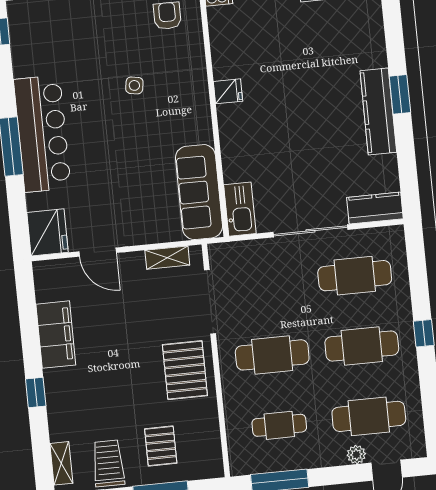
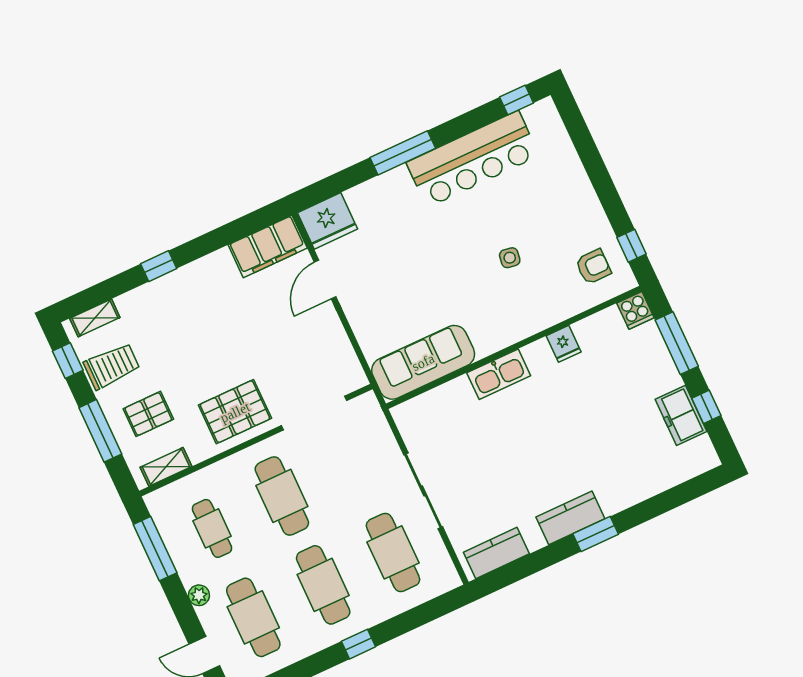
fridge: (228, 91) -> (564, 344), moved
kitchen counter: (378, 111) -> (570, 518), width x0.67
bar counter: (42, 134) -> (473, 159), moved
kitchen counter: (375, 208) -> (496, 553), moved, turned -90
kitchen sink: (240, 209) -> (499, 374), moved
shelving: (167, 258) -> (166, 467), moved, turned 90
filing cabinet: (56, 335) -> (268, 246), moved
plant: (356, 455) -> (199, 595), moved

